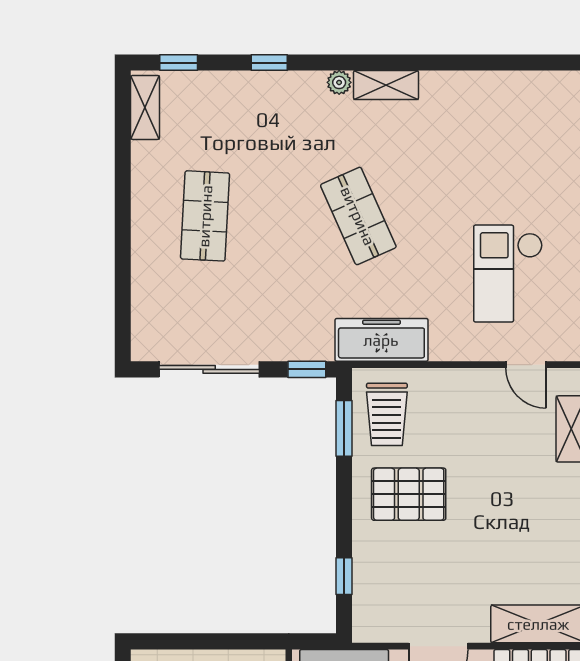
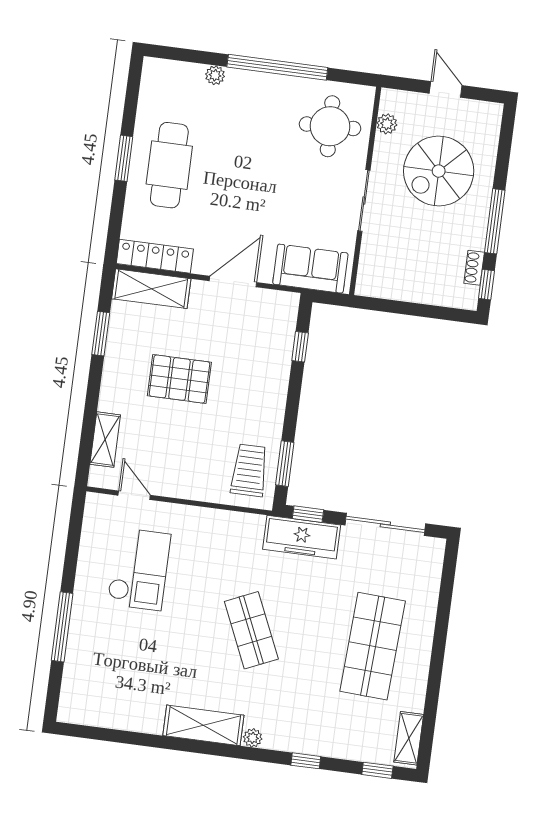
shelving: (386, 85) -> (203, 725), width x1.50, depth x1.33
shop shelf: (205, 216) -> (373, 646), width x1.43, depth x1.36
freezer: (381, 340) -> (302, 537), moved
pallet: (409, 494) -> (179, 379), moved

